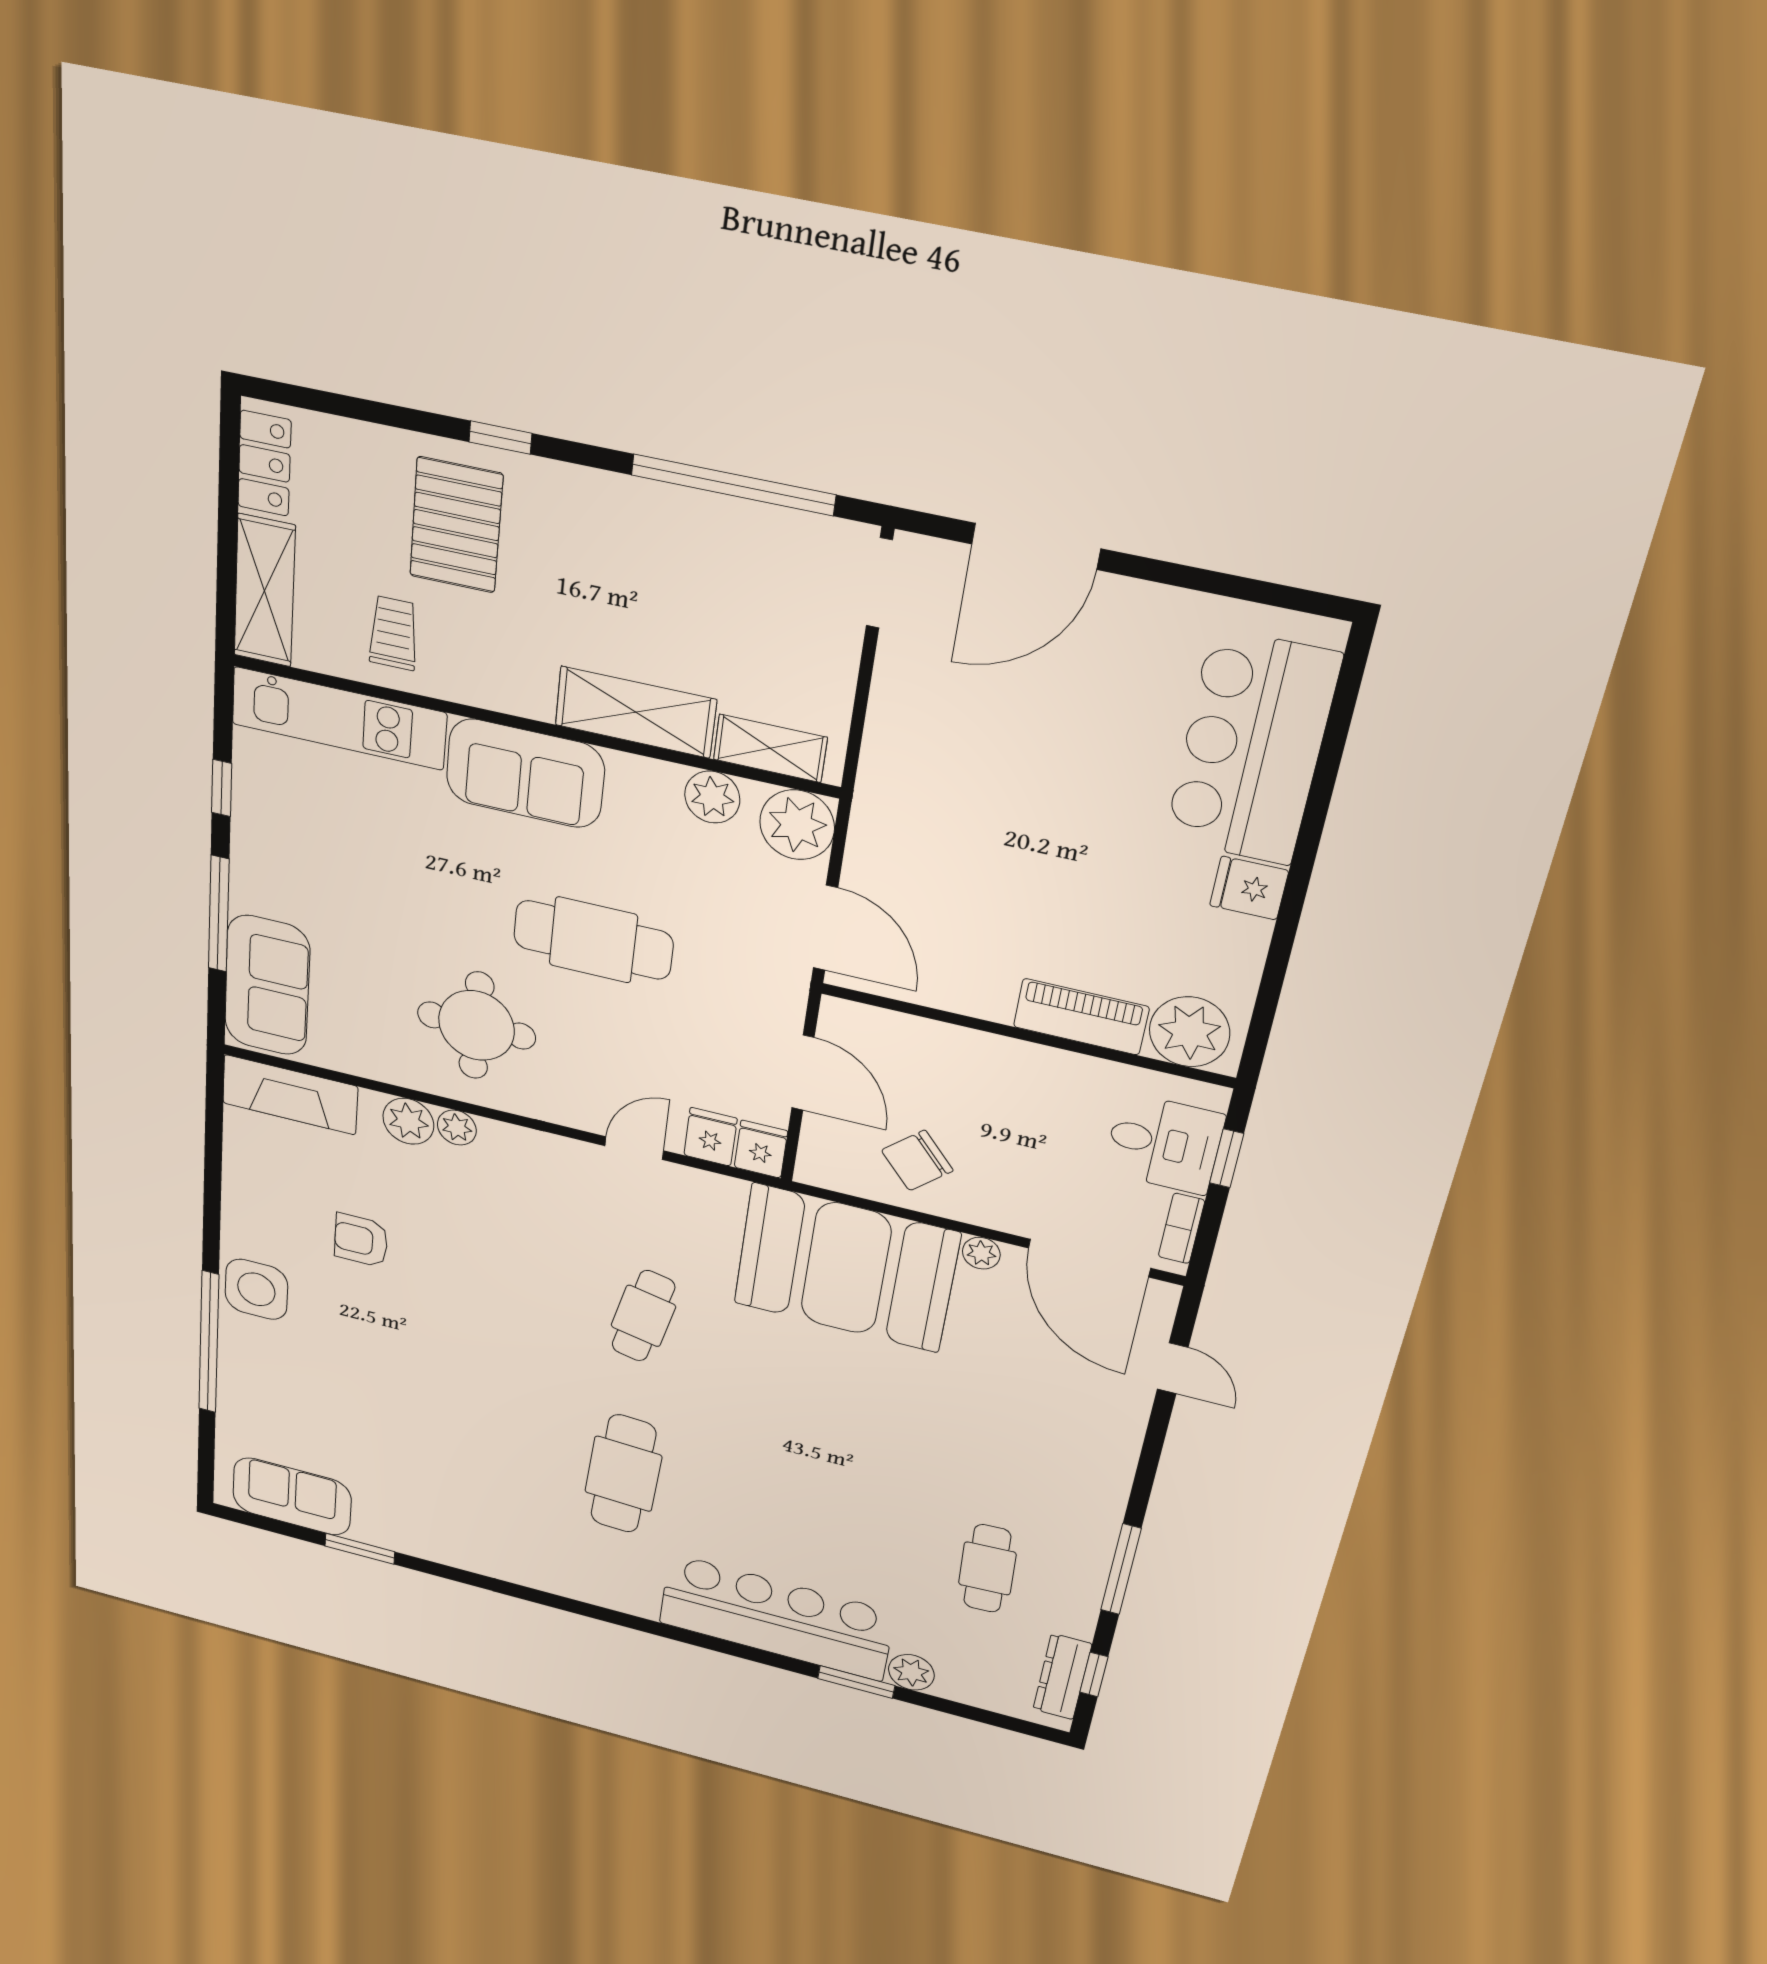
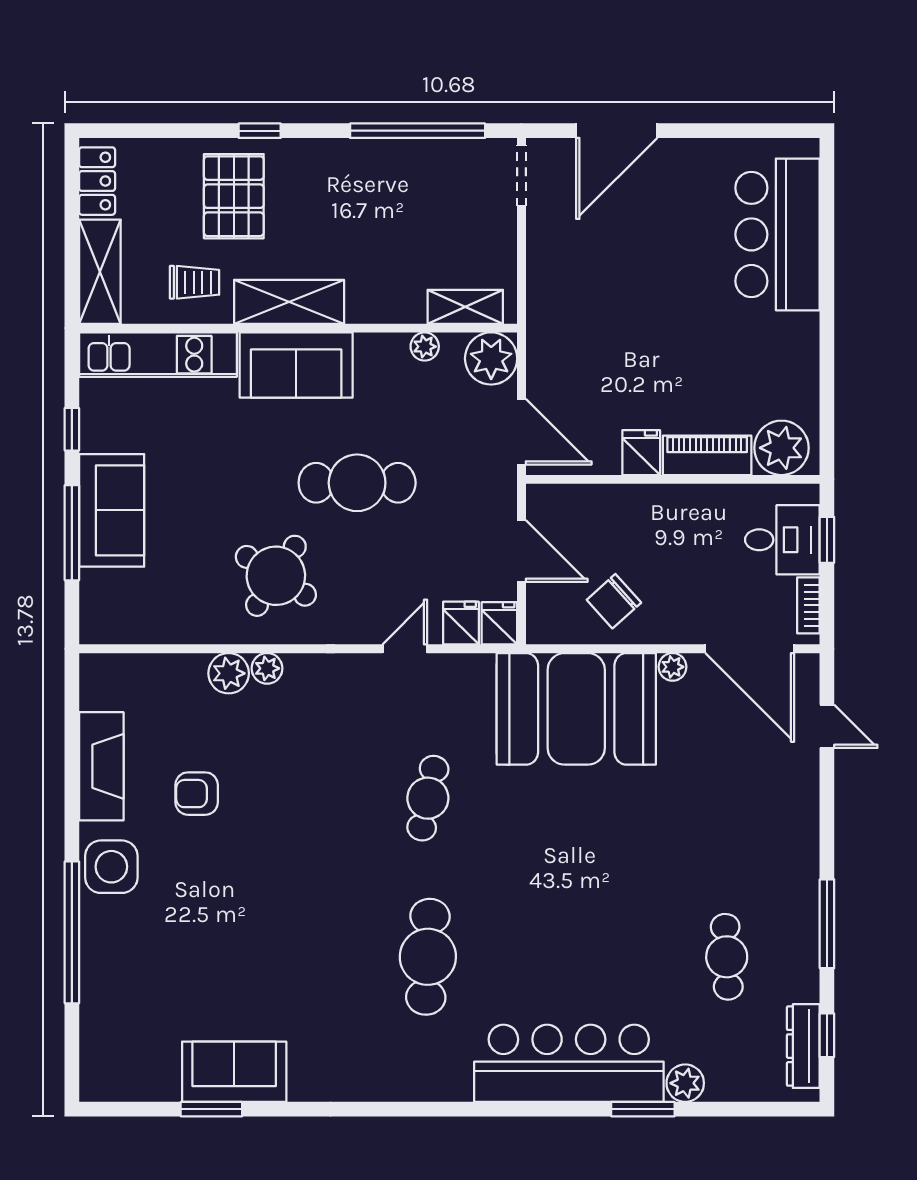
trolley: (394, 633) -> (195, 282), turned 90
shelving: (635, 712) -> (289, 302), moved
plant: (712, 797) -> (425, 347), width x0.73, depth x0.73
fridge: (1249, 888) -> (641, 453), moved, turned 90
sofa: (267, 985) -> (112, 510), moved
round table: (476, 1025) -> (276, 576), turned 33
fireplace: (290, 1095) -> (101, 766), moved, turned -90
sofa: (292, 1496) -> (234, 1072), moved

